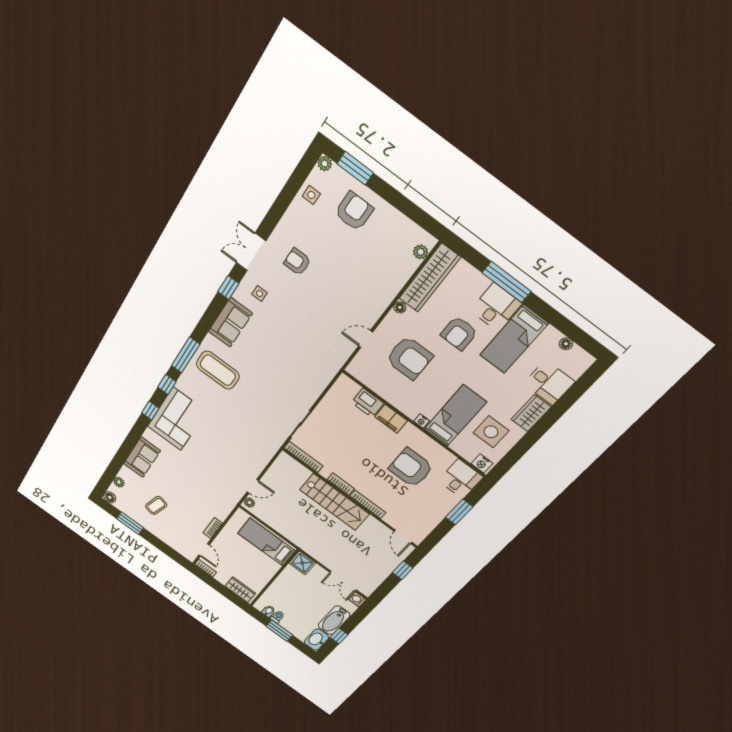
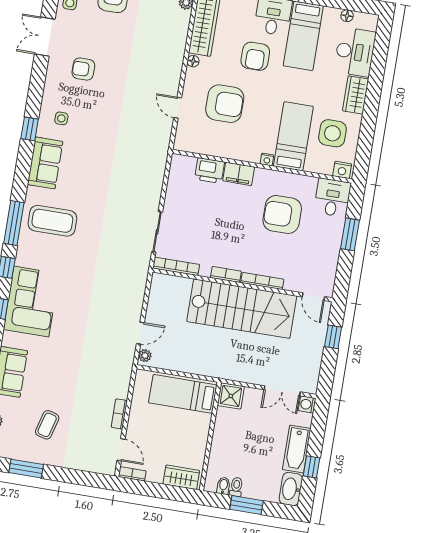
double door: (251, 252) -> (45, 37), moved
door: (366, 339) -> (178, 108), hinge flipped
desk: (549, 383) -> (355, 52), width x1.37
stairs: (334, 502) -> (242, 309), width x1.36, depth x1.51

